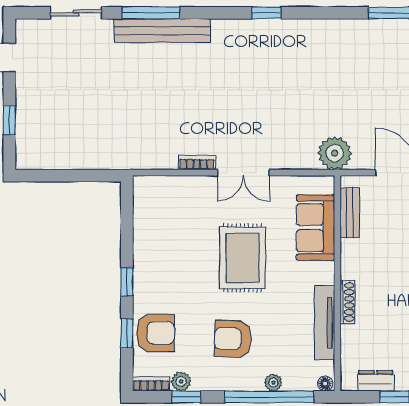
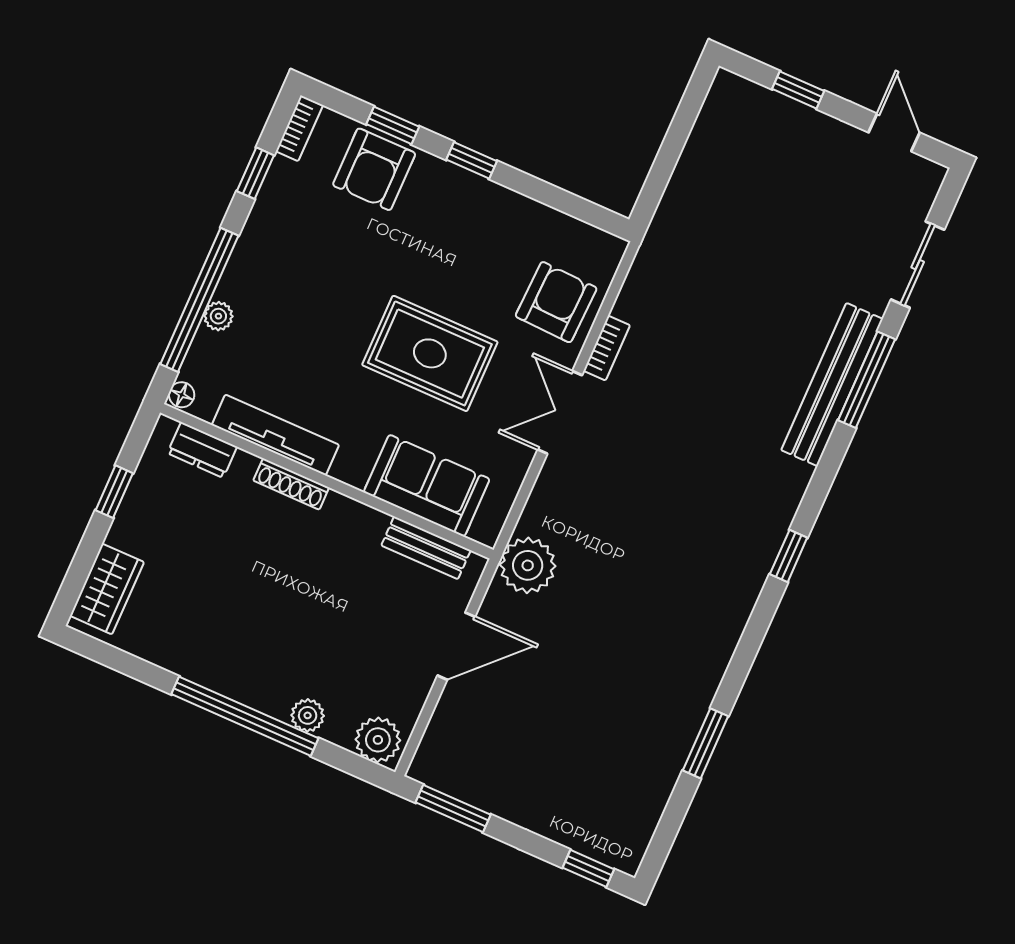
armchair: (233, 339) -> (556, 302), moved
plant: (181, 381) -> (283, 176), removed
dresser: (376, 381) -> (202, 450), moved, turned 90

